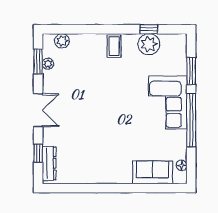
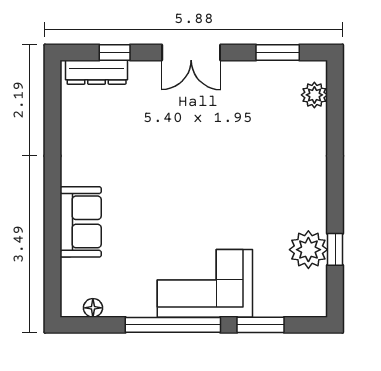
coffee table: (114, 46) -> (305, 188), removed
plant: (48, 64) -> (274, 70), removed
sofa: (153, 172) -> (81, 222), moved

